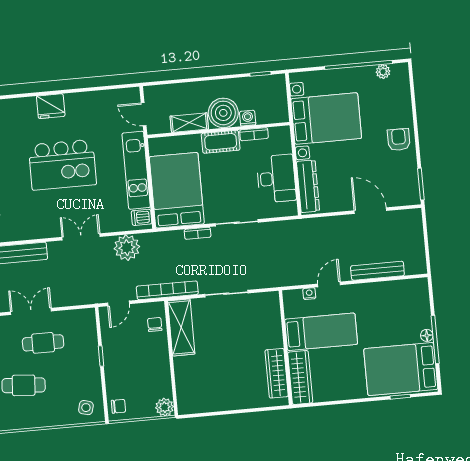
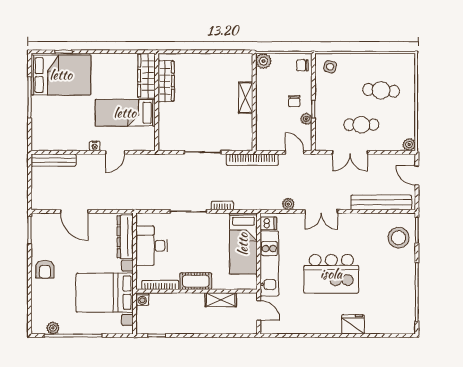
fridge: (51, 106) -> (353, 324), moved
boiler: (223, 113) -> (191, 305), removed
washing machine: (248, 118) -> (142, 299), moved
bookcase: (254, 134) -> (160, 285), width x1.56
kitchen island: (62, 165) -> (331, 274), turned 180
bed: (177, 190) -> (243, 244), width x0.67
plant: (127, 248) -> (288, 204), width x0.53, depth x0.53
bench: (377, 271) -> (53, 160), moved
nightstand: (309, 294) -> (95, 146), moved
door: (118, 303) -> (295, 152), hinge flipped
double door: (31, 311) -> (350, 152), moved
chair: (155, 324) -> (294, 101), moved
shelving: (181, 327) -> (246, 98), moved, width x0.67, depth x0.75
floor lamp: (427, 335) -> (36, 102), removed
plant: (108, 344) -> (306, 119), added

